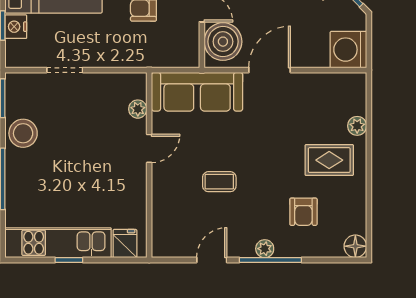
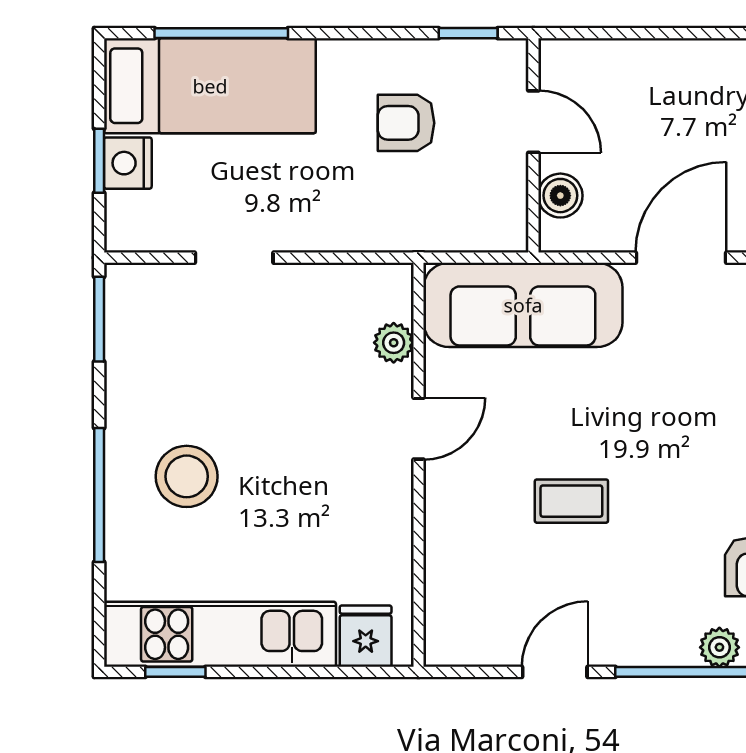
boiler: (223, 42) -> (560, 196), width x0.54, depth x0.54
stool: (23, 133) -> (187, 476), moved
plant: (265, 249) -> (719, 647), moved
window: (69, 260) -> (175, 672), moved

